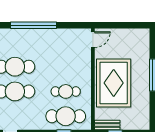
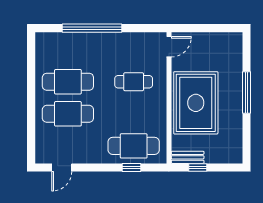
cafe table: (66, 91) -> (134, 82), moved

